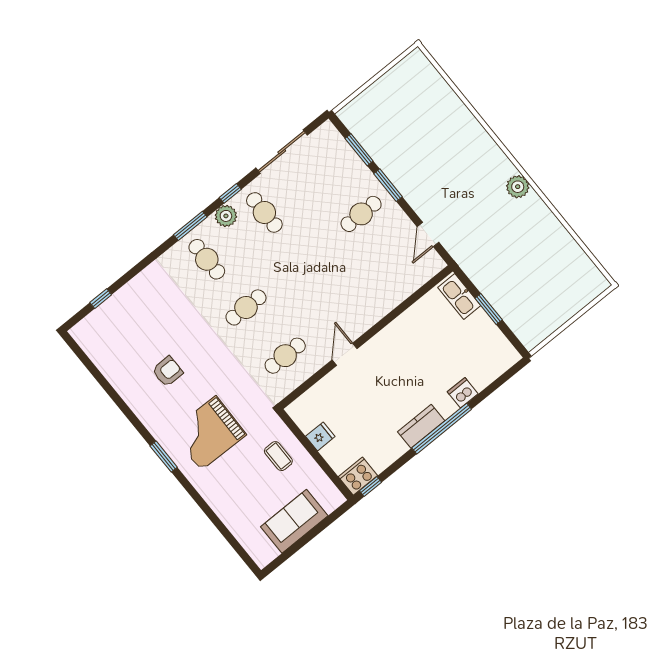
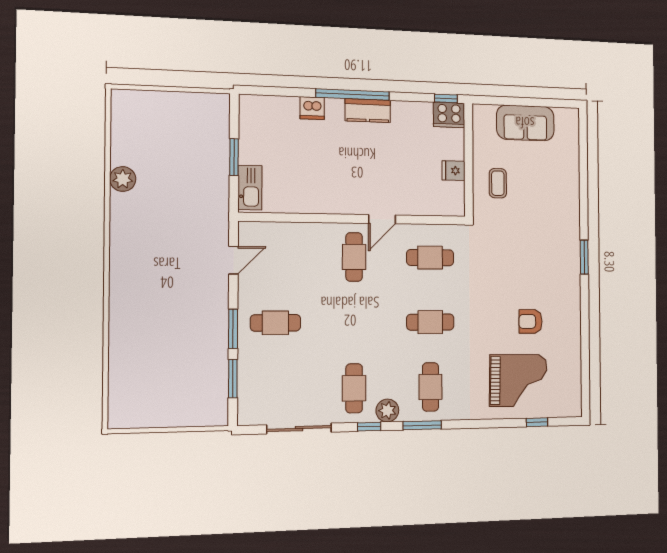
plant: (518, 187) -> (123, 179), moved
cafe table: (343, 309) -> (354, 257), added
grand piano: (208, 433) -> (518, 381), moved

